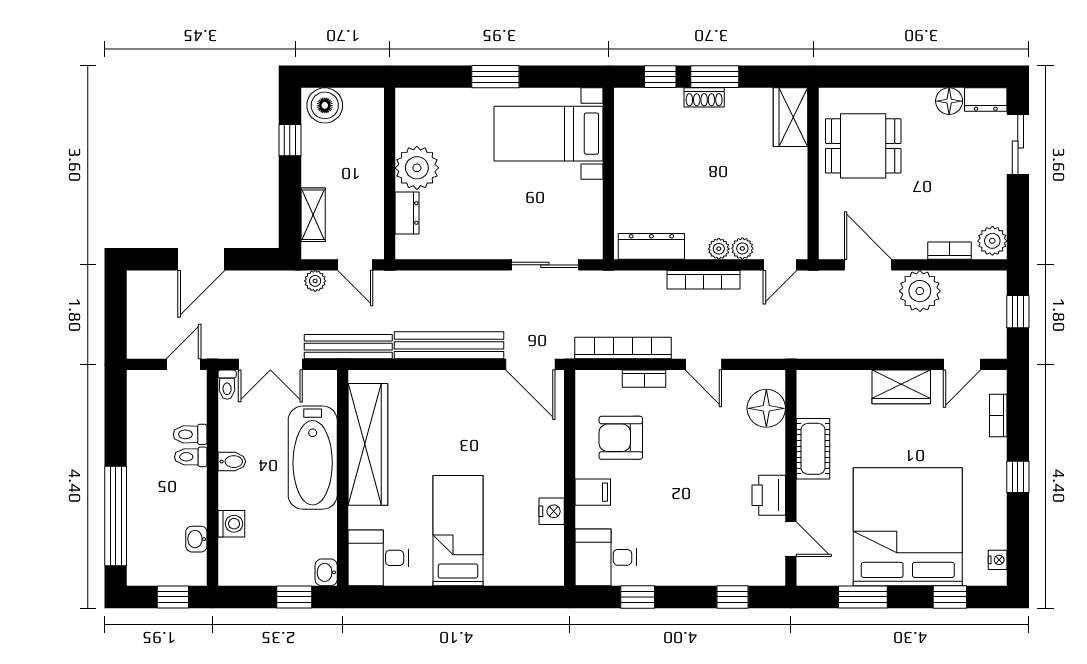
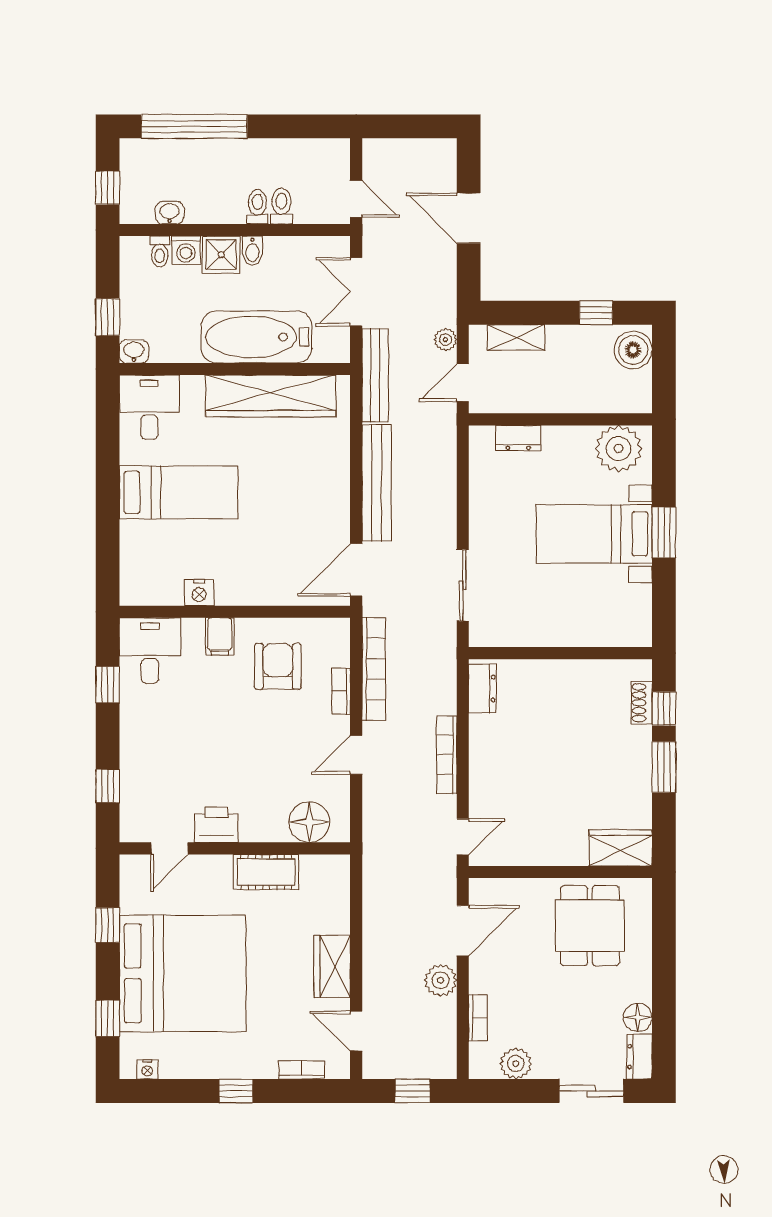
shoe rack: (704, 97) -> (642, 703), moved
bed with nightstands: (548, 134) -> (594, 534), moved, turned -90
plant: (417, 168) -> (619, 449), moved
plant: (992, 241) -> (516, 1064), moved
dresser: (651, 246) -> (482, 688), width x0.70
plant: (742, 248) -> (480, 796), removed
plant: (719, 249) -> (480, 771), removed
door: (780, 265) -> (463, 837), swing flipped
plant: (920, 291) -> (441, 980), width x0.73, depth x0.73
toilet: (227, 385) -> (160, 252), moved, turned -90
shower: (236, 491) -> (221, 255), added
window: (863, 597) -> (108, 925), width x0.67

